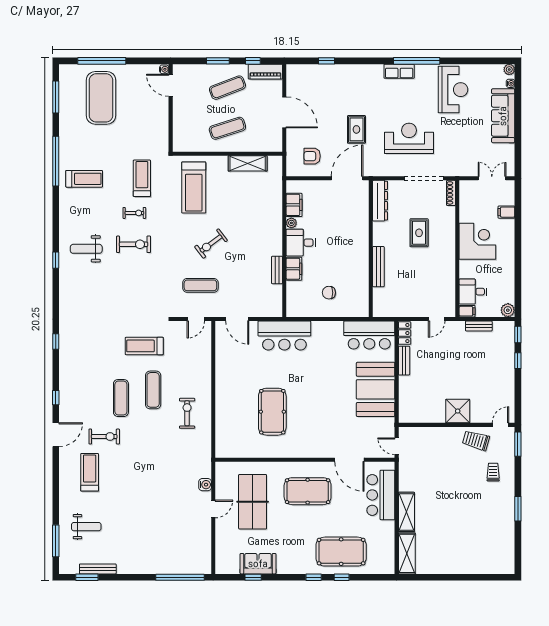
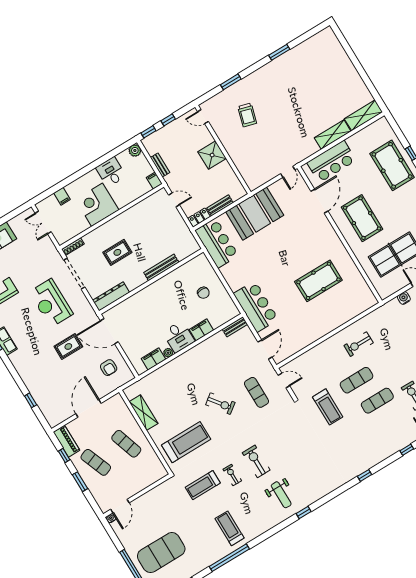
bench: (277, 270) -> (235, 327), moved
desk: (473, 292) -> (111, 172), moved, turned 180
shower: (458, 411) -> (212, 155), moved
wall: (457, 425) -> (223, 150), moved
door: (501, 425) -> (203, 117), moved
trolley: (493, 472) -> (263, 88), removed

